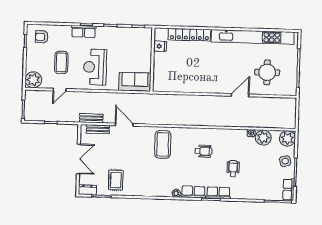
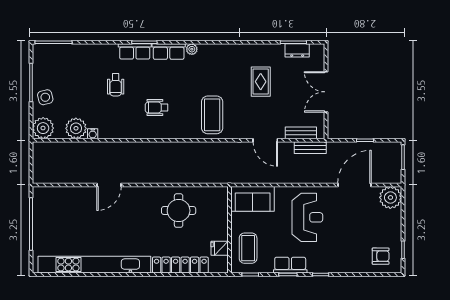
row of seats: (84, 31) -> (290, 265), moved
coffee table: (61, 62) -> (248, 248), moved
round table: (267, 72) -> (179, 211), moved
door: (60, 90) -> (355, 185), width x1.88
rug: (116, 180) -> (261, 82), moved
dresser: (87, 190) -> (297, 50), moved
row of seats: (289, 190) -> (39, 59), removed

